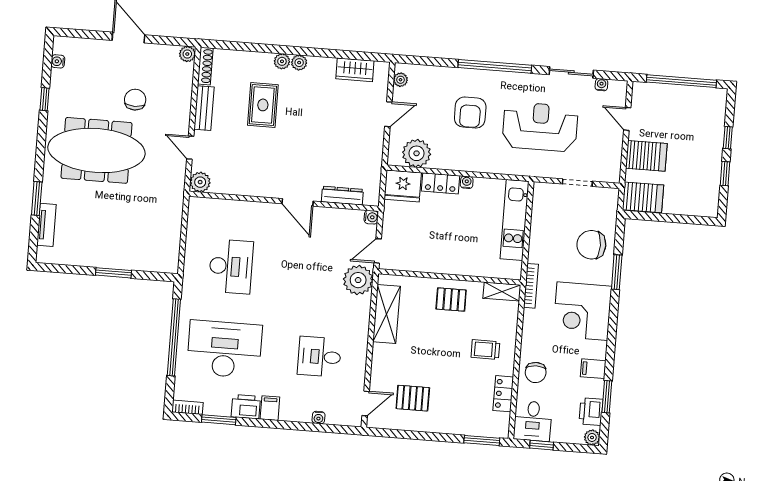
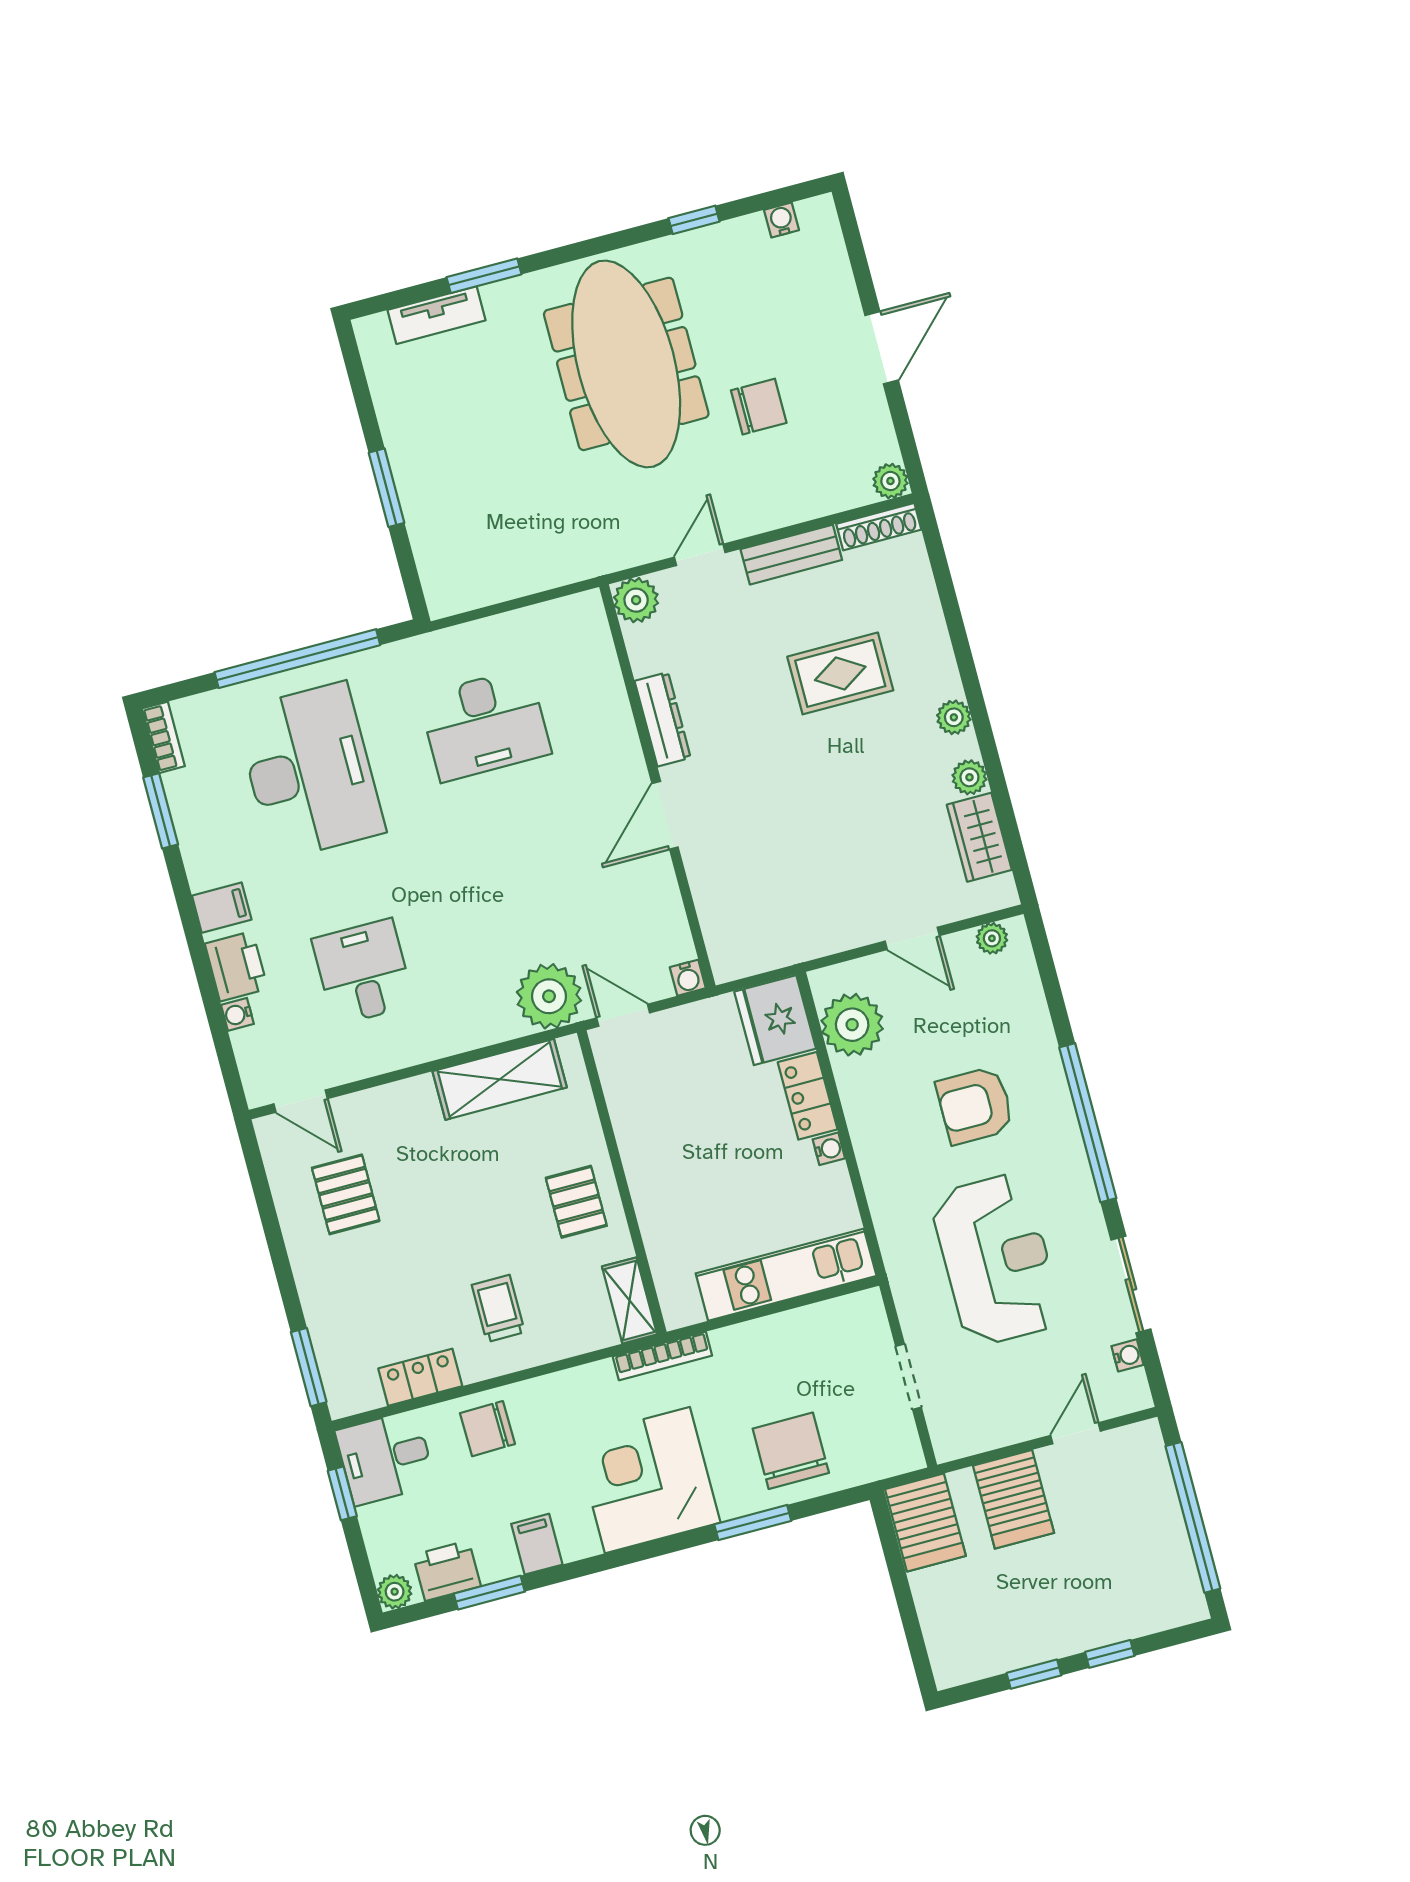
plant: (282, 61) -> (969, 777), moved
dresser: (342, 196) -> (663, 719), moved
printer: (246, 407) -> (236, 966), moved

